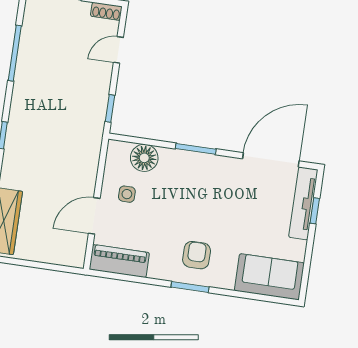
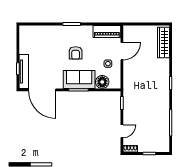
door: (271, 160) -> (42, 90), hinge flipped
armchair: (197, 255) -> (76, 53), moved
sofa: (269, 277) -> (79, 79), moved, turned 180

